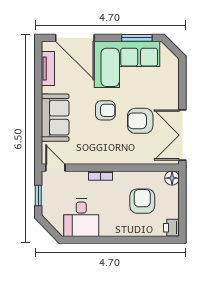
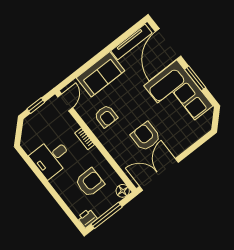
window: (137, 38) -> (195, 78), moved
tv unit: (48, 69) -> (131, 42), width x1.41
armchair: (105, 110) -> (106, 116), moved
window: (182, 209) -> (107, 215), added
desk: (81, 218) -> (51, 158), moved

